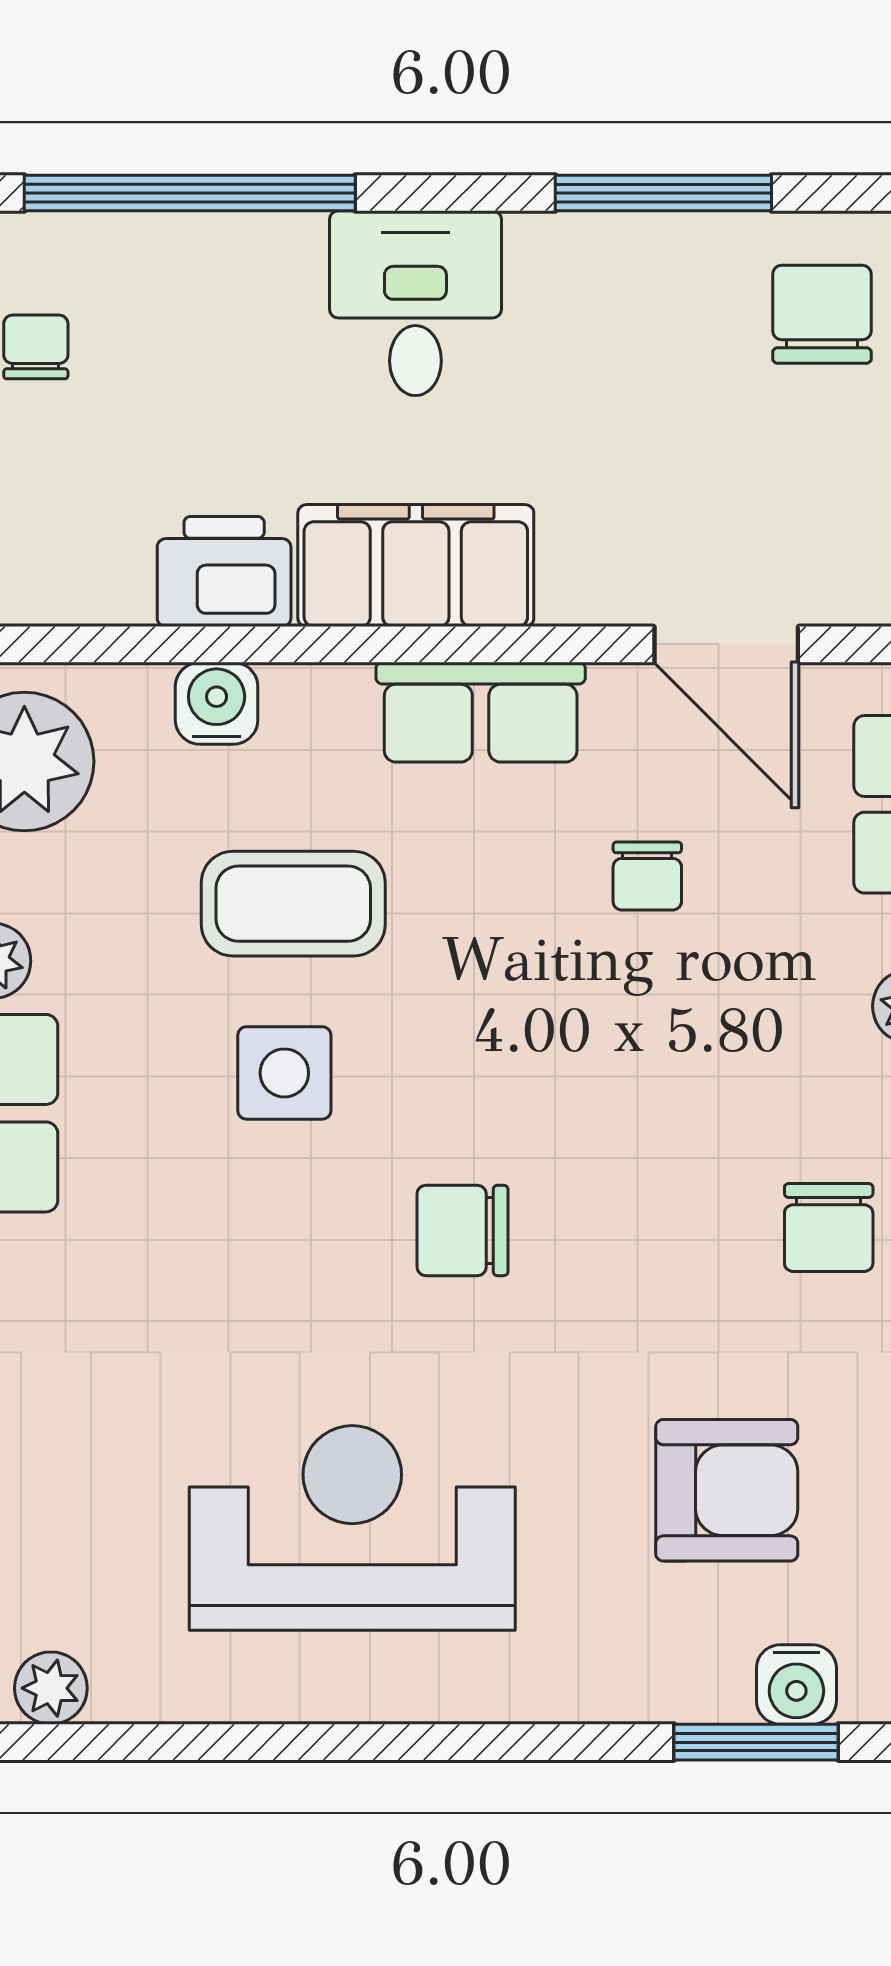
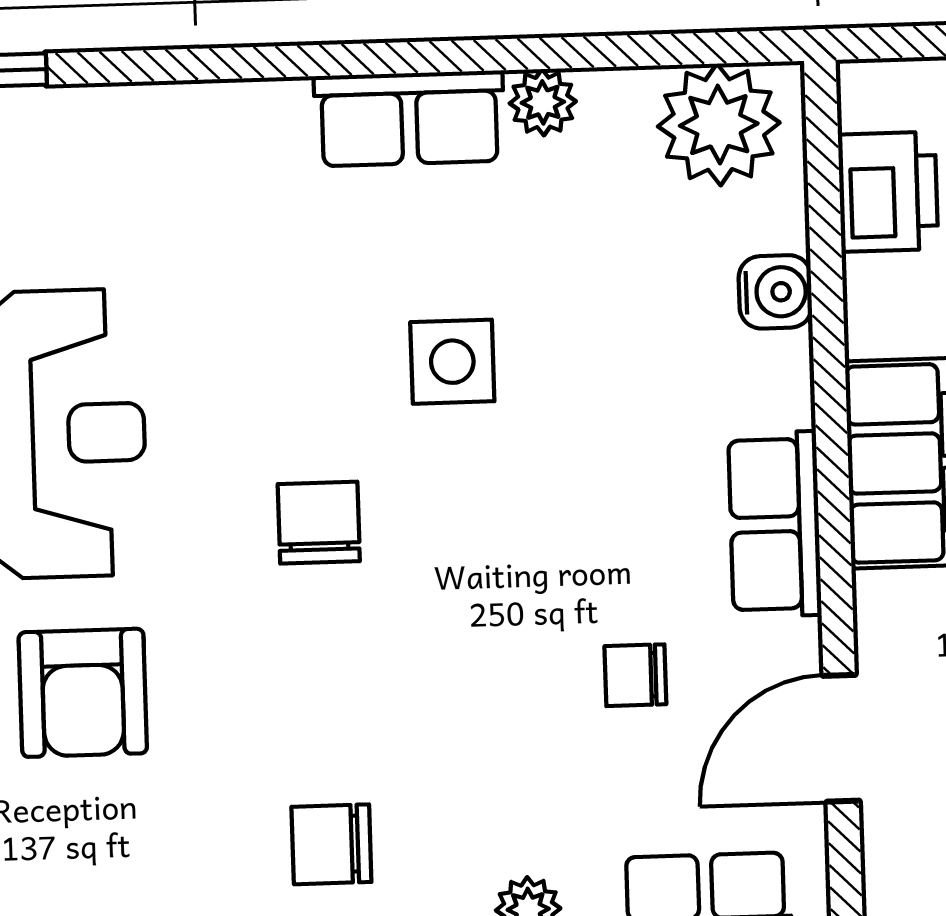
printer: (224, 572) -> (888, 192), moved
coffee table: (293, 904) -> (601, 365), removed
armchair: (727, 1490) -> (83, 693), moved

